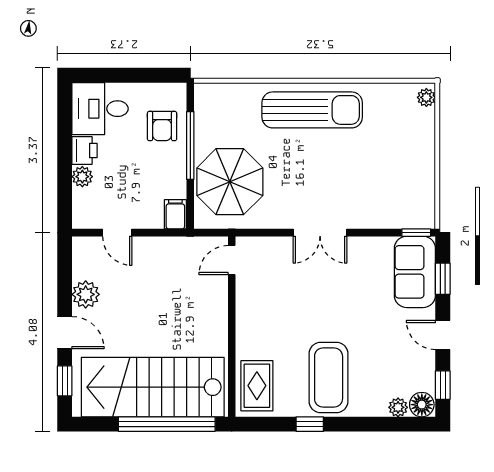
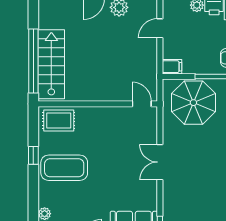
stairs: (153, 387) -> (51, 64), width x0.73, depth x0.66

